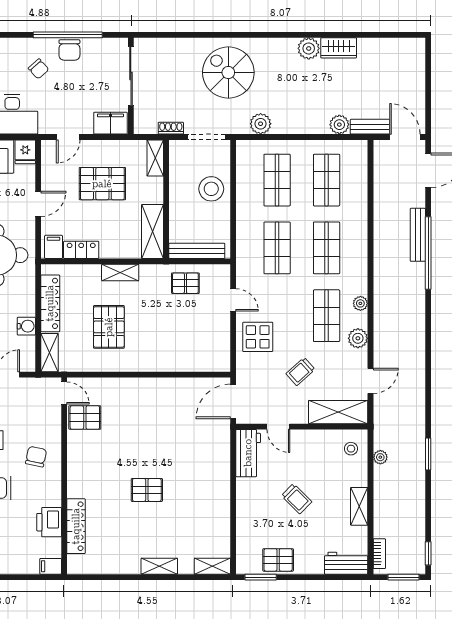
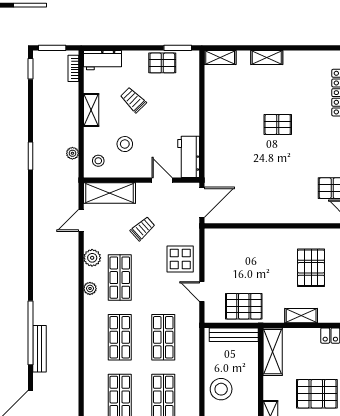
pallet: (185, 283) -> (244, 306), width x1.50, depth x1.42
stool: (321, 468) -> (125, 144), added
trolley: (297, 499) -> (133, 100), moved

